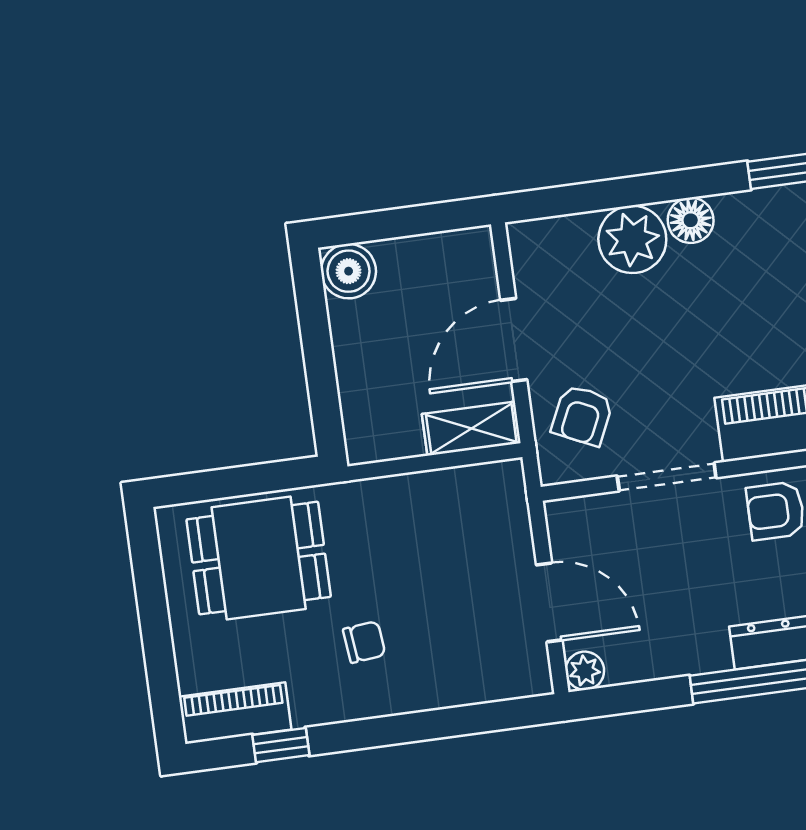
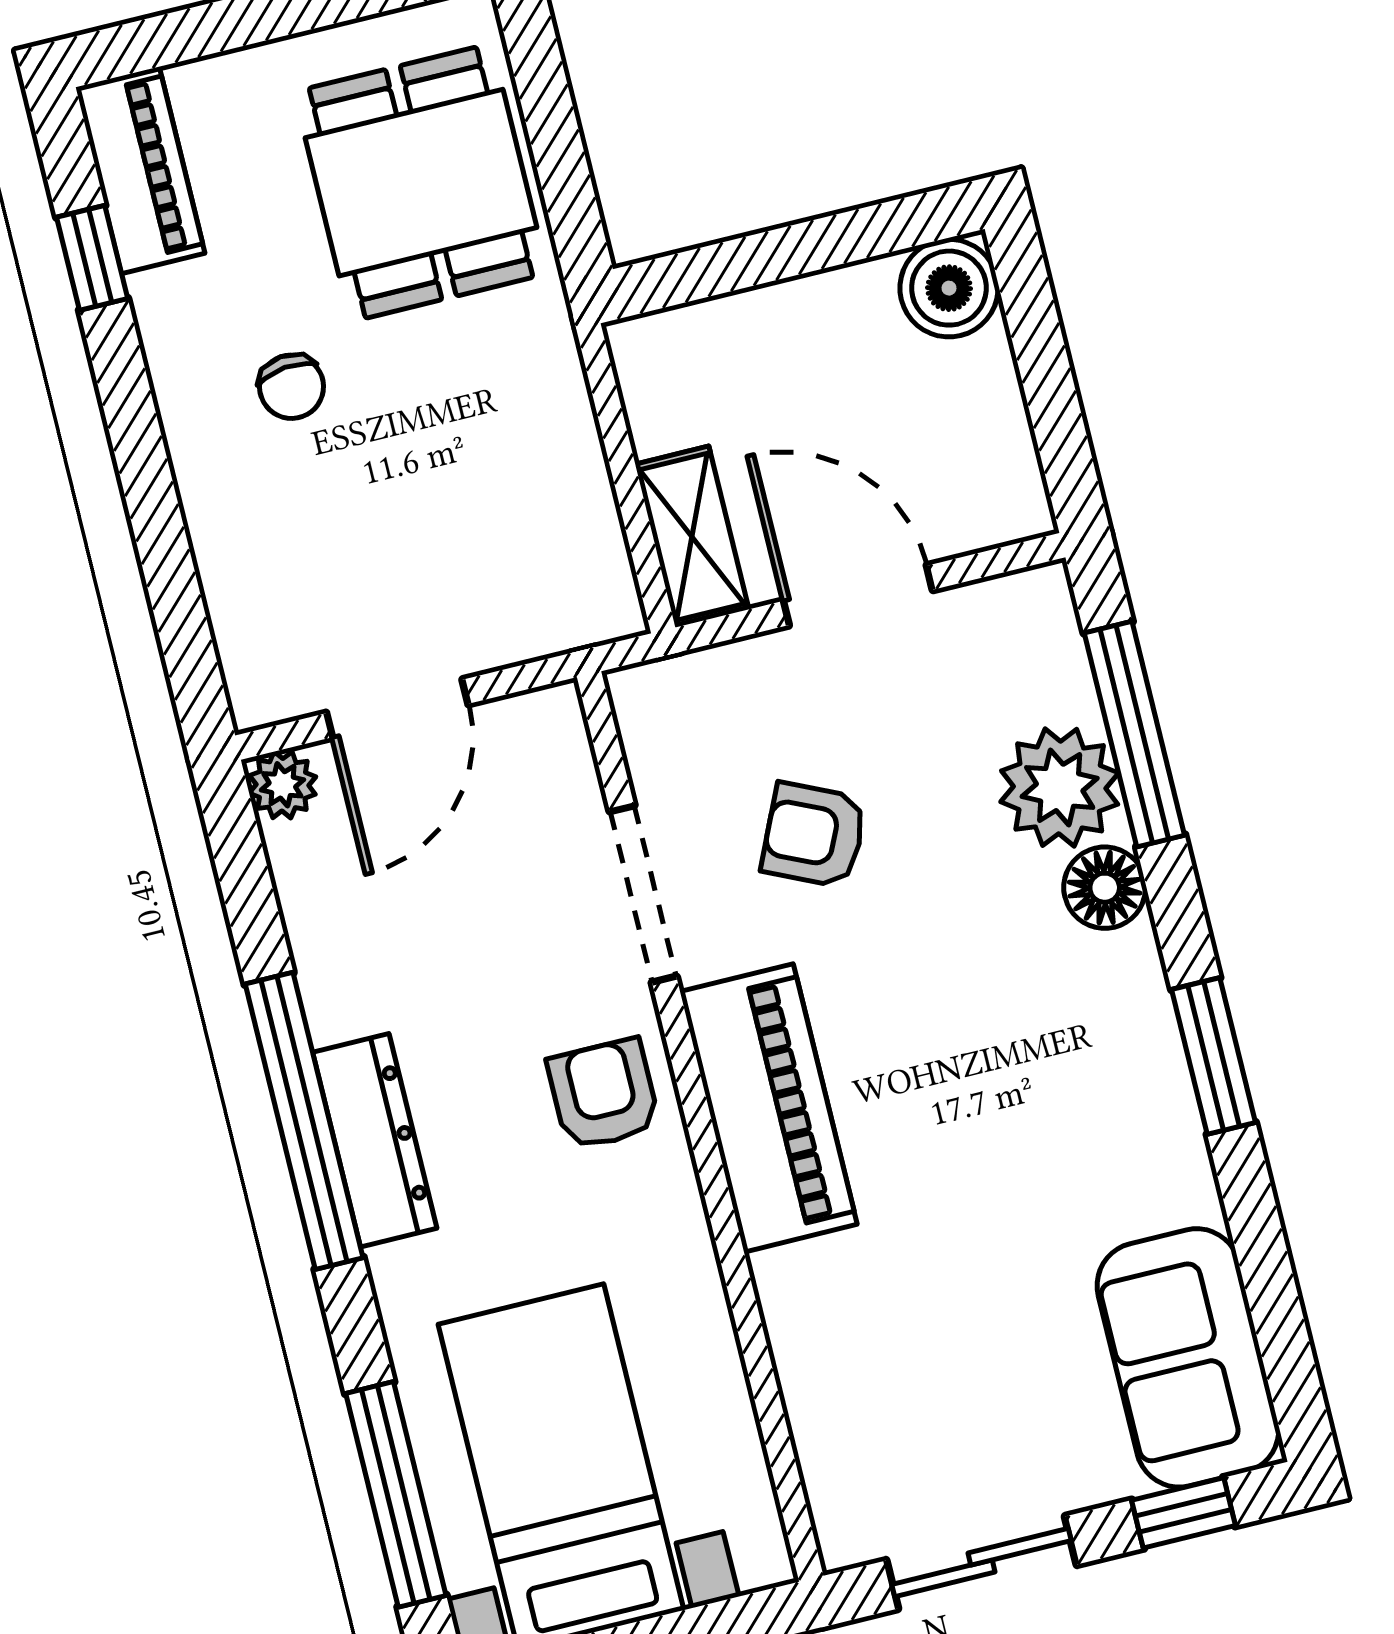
window: (607, 195) -> (1134, 734), added
armchair: (582, 415) -> (814, 835), moved

